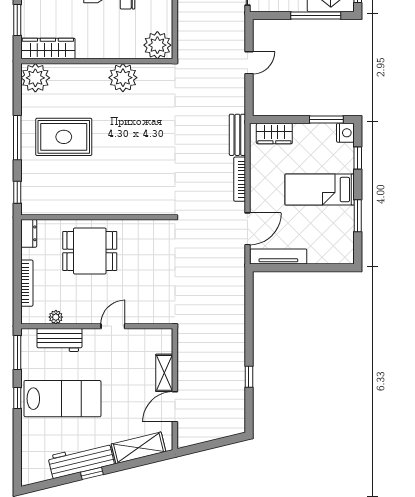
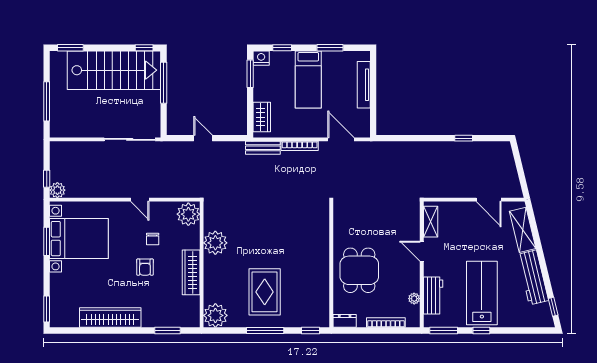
wardrobe: (48, 49) -> (191, 272), moved
tv unit: (278, 256) -> (364, 85), moved
shelving: (164, 373) -> (431, 222), moved, turned 90
window: (92, 473) -> (553, 307), moved

